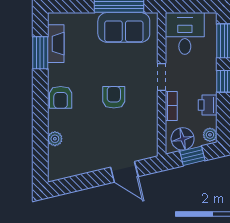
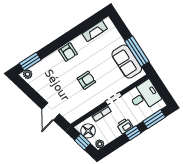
window: (40, 53) -> (30, 62), moved
armchair: (61, 97) -> (68, 52), turned -90
printer: (208, 105) -> (125, 126), moved
plant: (55, 139) -> (28, 74), moved

